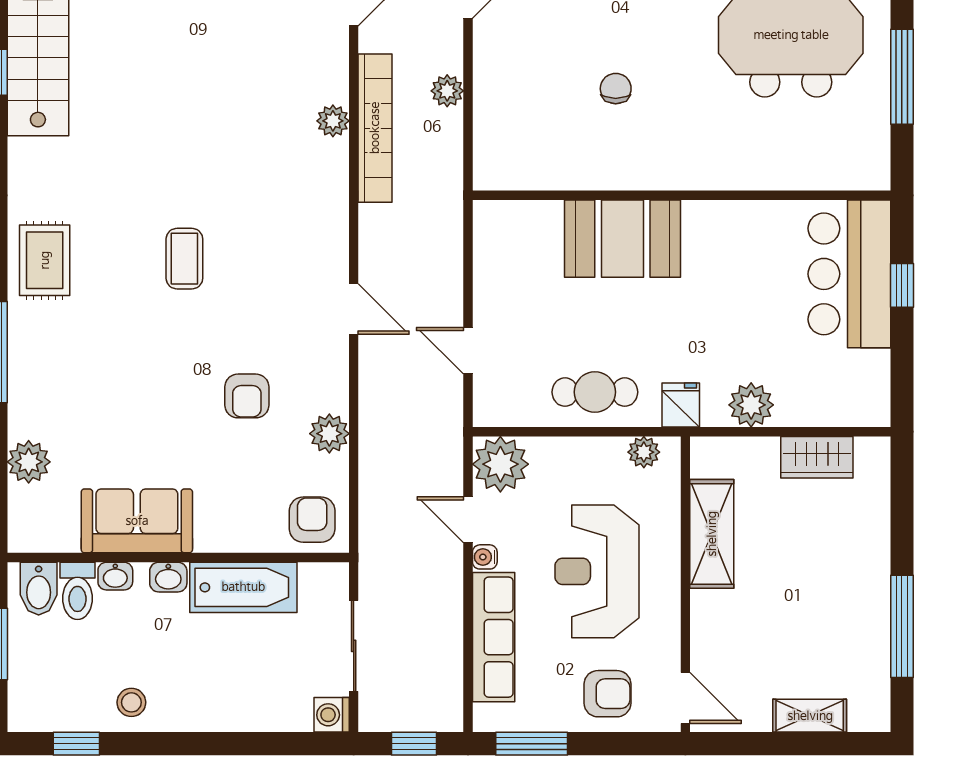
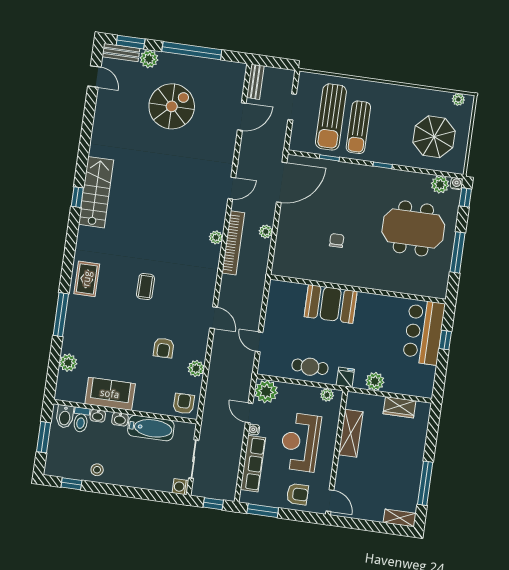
shelving: (810, 716) -> (400, 518), moved

